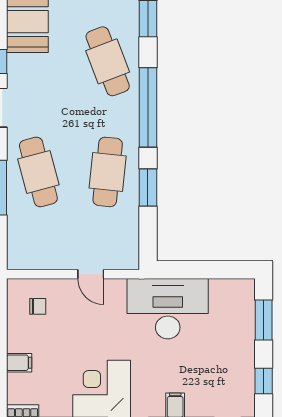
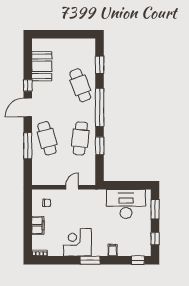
door: (91, 274) -> (72, 187), swing flipped
desk: (168, 309) -> (126, 204), moved
filing cabinet: (19, 363) -> (38, 225), width x2.00

